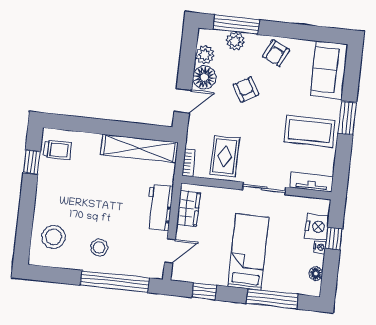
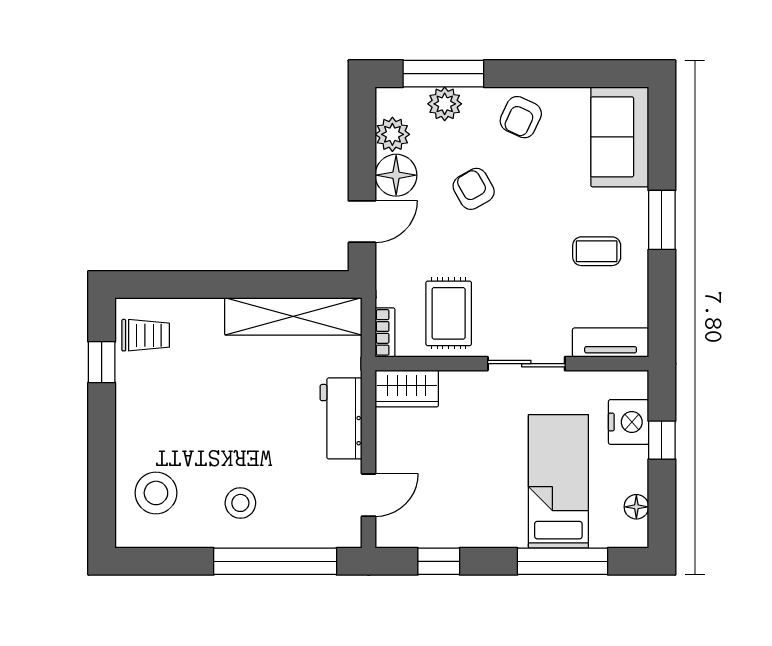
coffee table: (310, 131) -> (597, 251), width x0.54, depth x0.58
wardrobe: (188, 208) -> (407, 389), moved, turned 90
nightstand: (320, 247) -> (638, 458), removed
bed: (248, 252) -> (558, 481), moved

